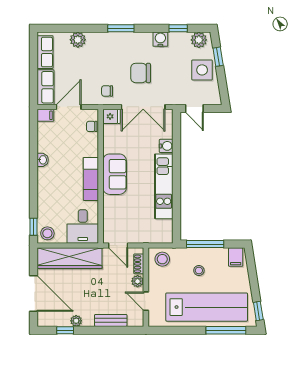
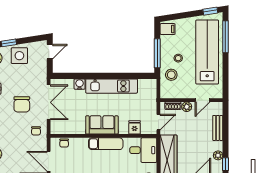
door: (194, 108) -> (50, 52), moved
fridge: (111, 116) -> (135, 127), moved
stool: (162, 259) -> (171, 75), moved

